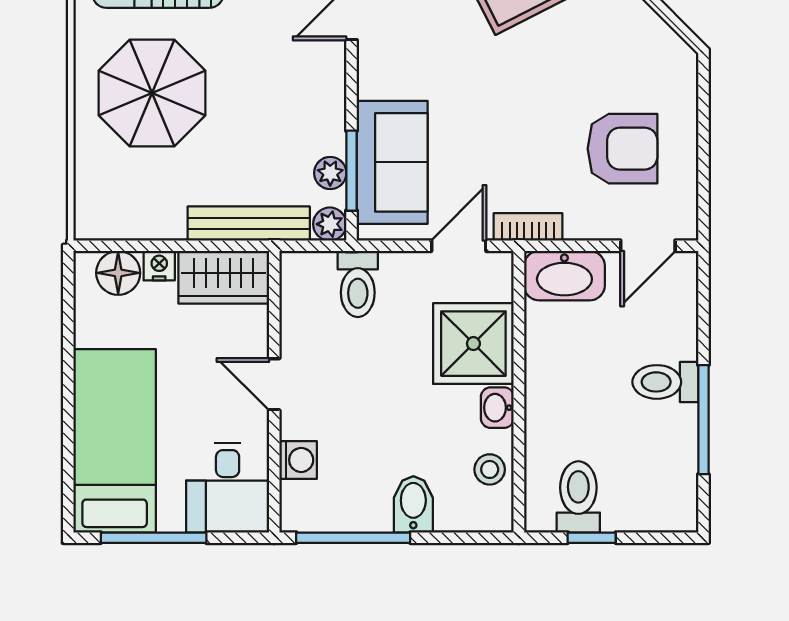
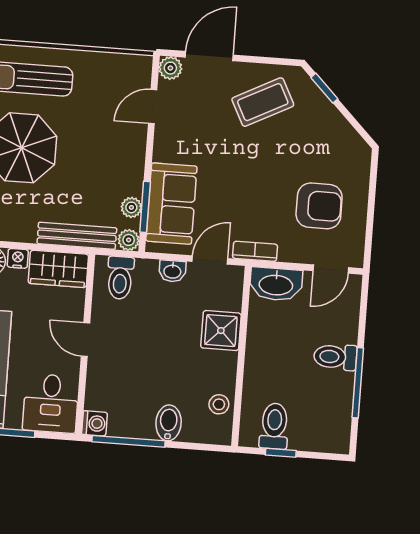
toilet: (358, 284) -> (120, 278), moved
shower: (473, 344) -> (221, 331), width x0.73, depth x0.73
washbasin: (497, 408) -> (172, 271), moved, turned -90
washing machine: (298, 460) -> (95, 423), moved

